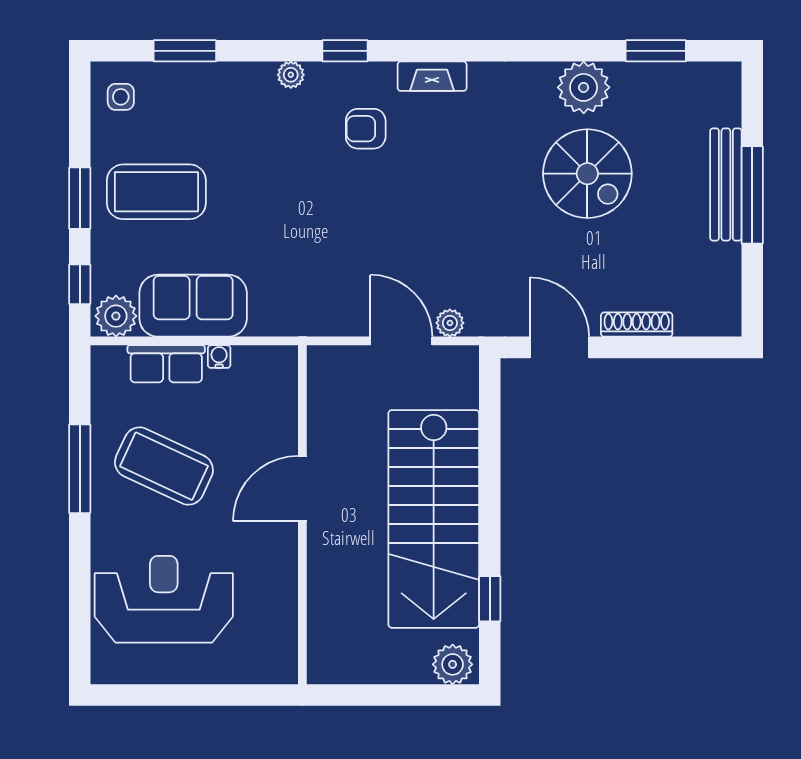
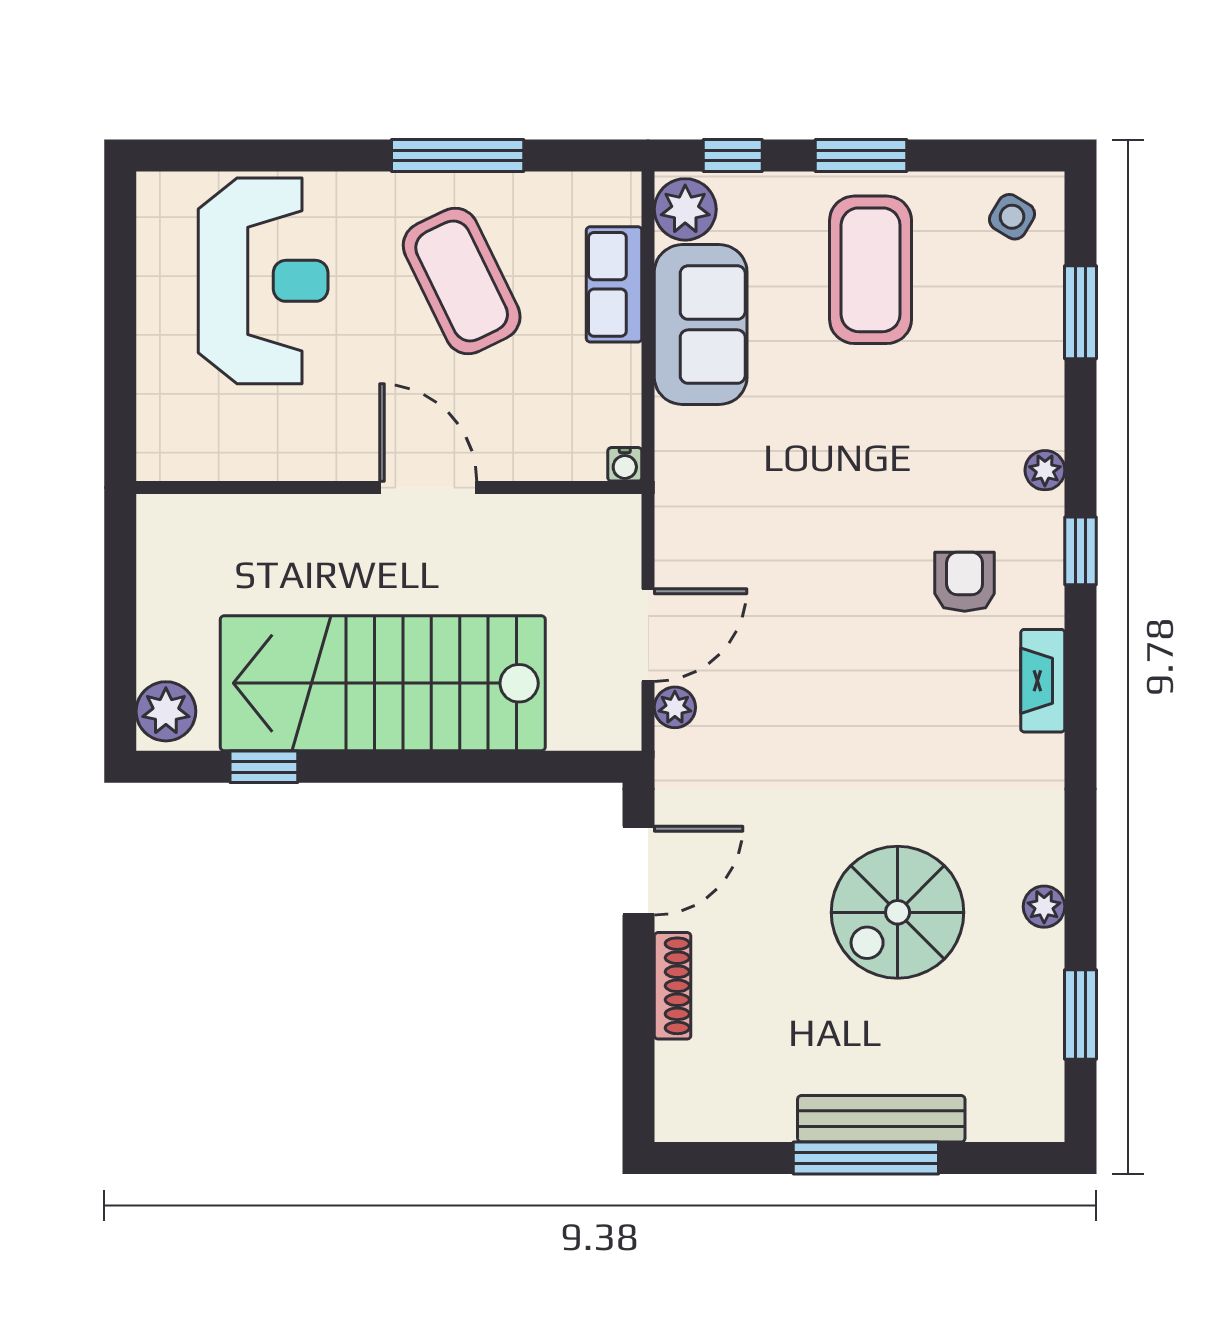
plant: (584, 87) -> (1044, 907), width x0.53, depth x0.53
side table: (121, 97) -> (1012, 217), turned 31
water cooler: (219, 357) -> (625, 464), moved, turned 90
coffee table: (164, 466) -> (462, 281), turned -51

